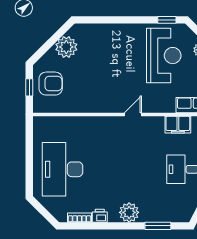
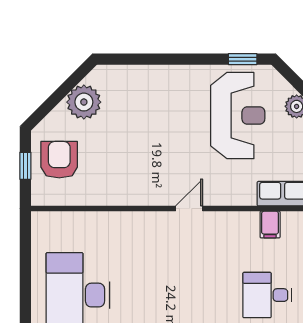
armchair: (51, 84) -> (59, 160), turned -90
filing cabinet: (178, 125) -> (270, 225), width x0.50

